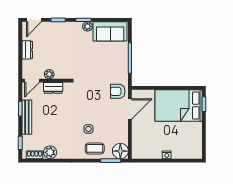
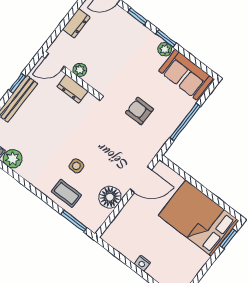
armchair: (118, 91) -> (139, 111), moved
floor lamp: (120, 151) -> (110, 197), moved

